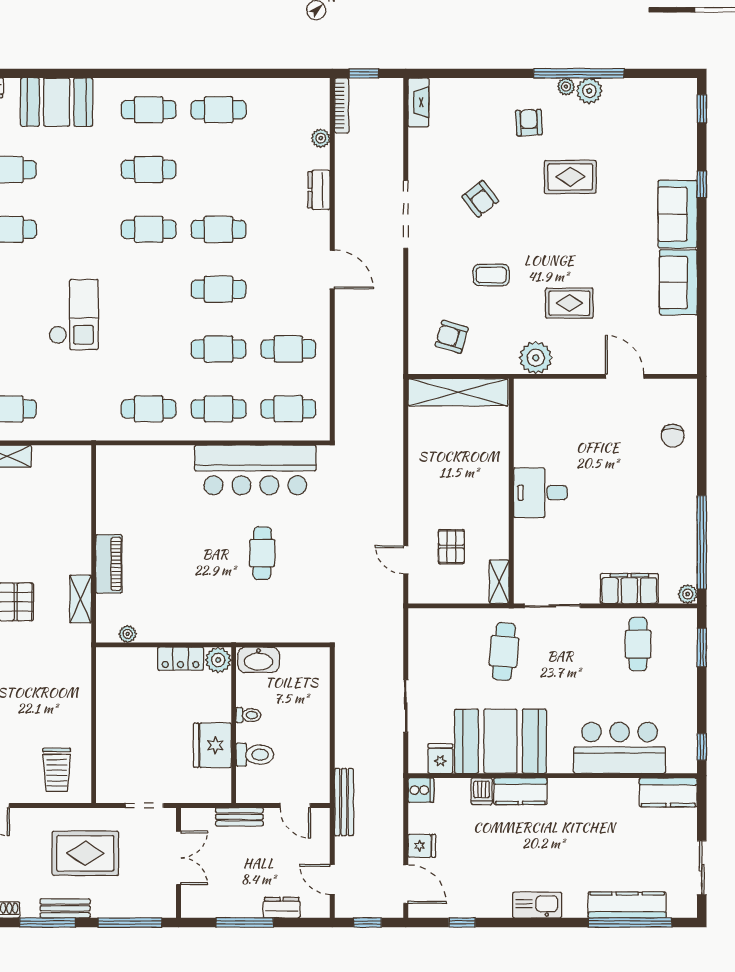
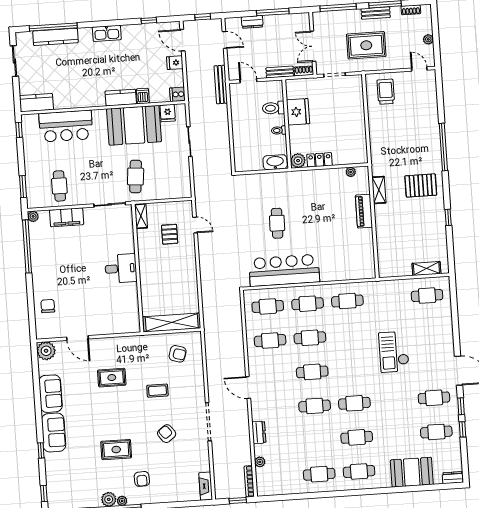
plant: (536, 358) -> (46, 351), moved
shoe rack: (197, 816) -> (304, 71), added

